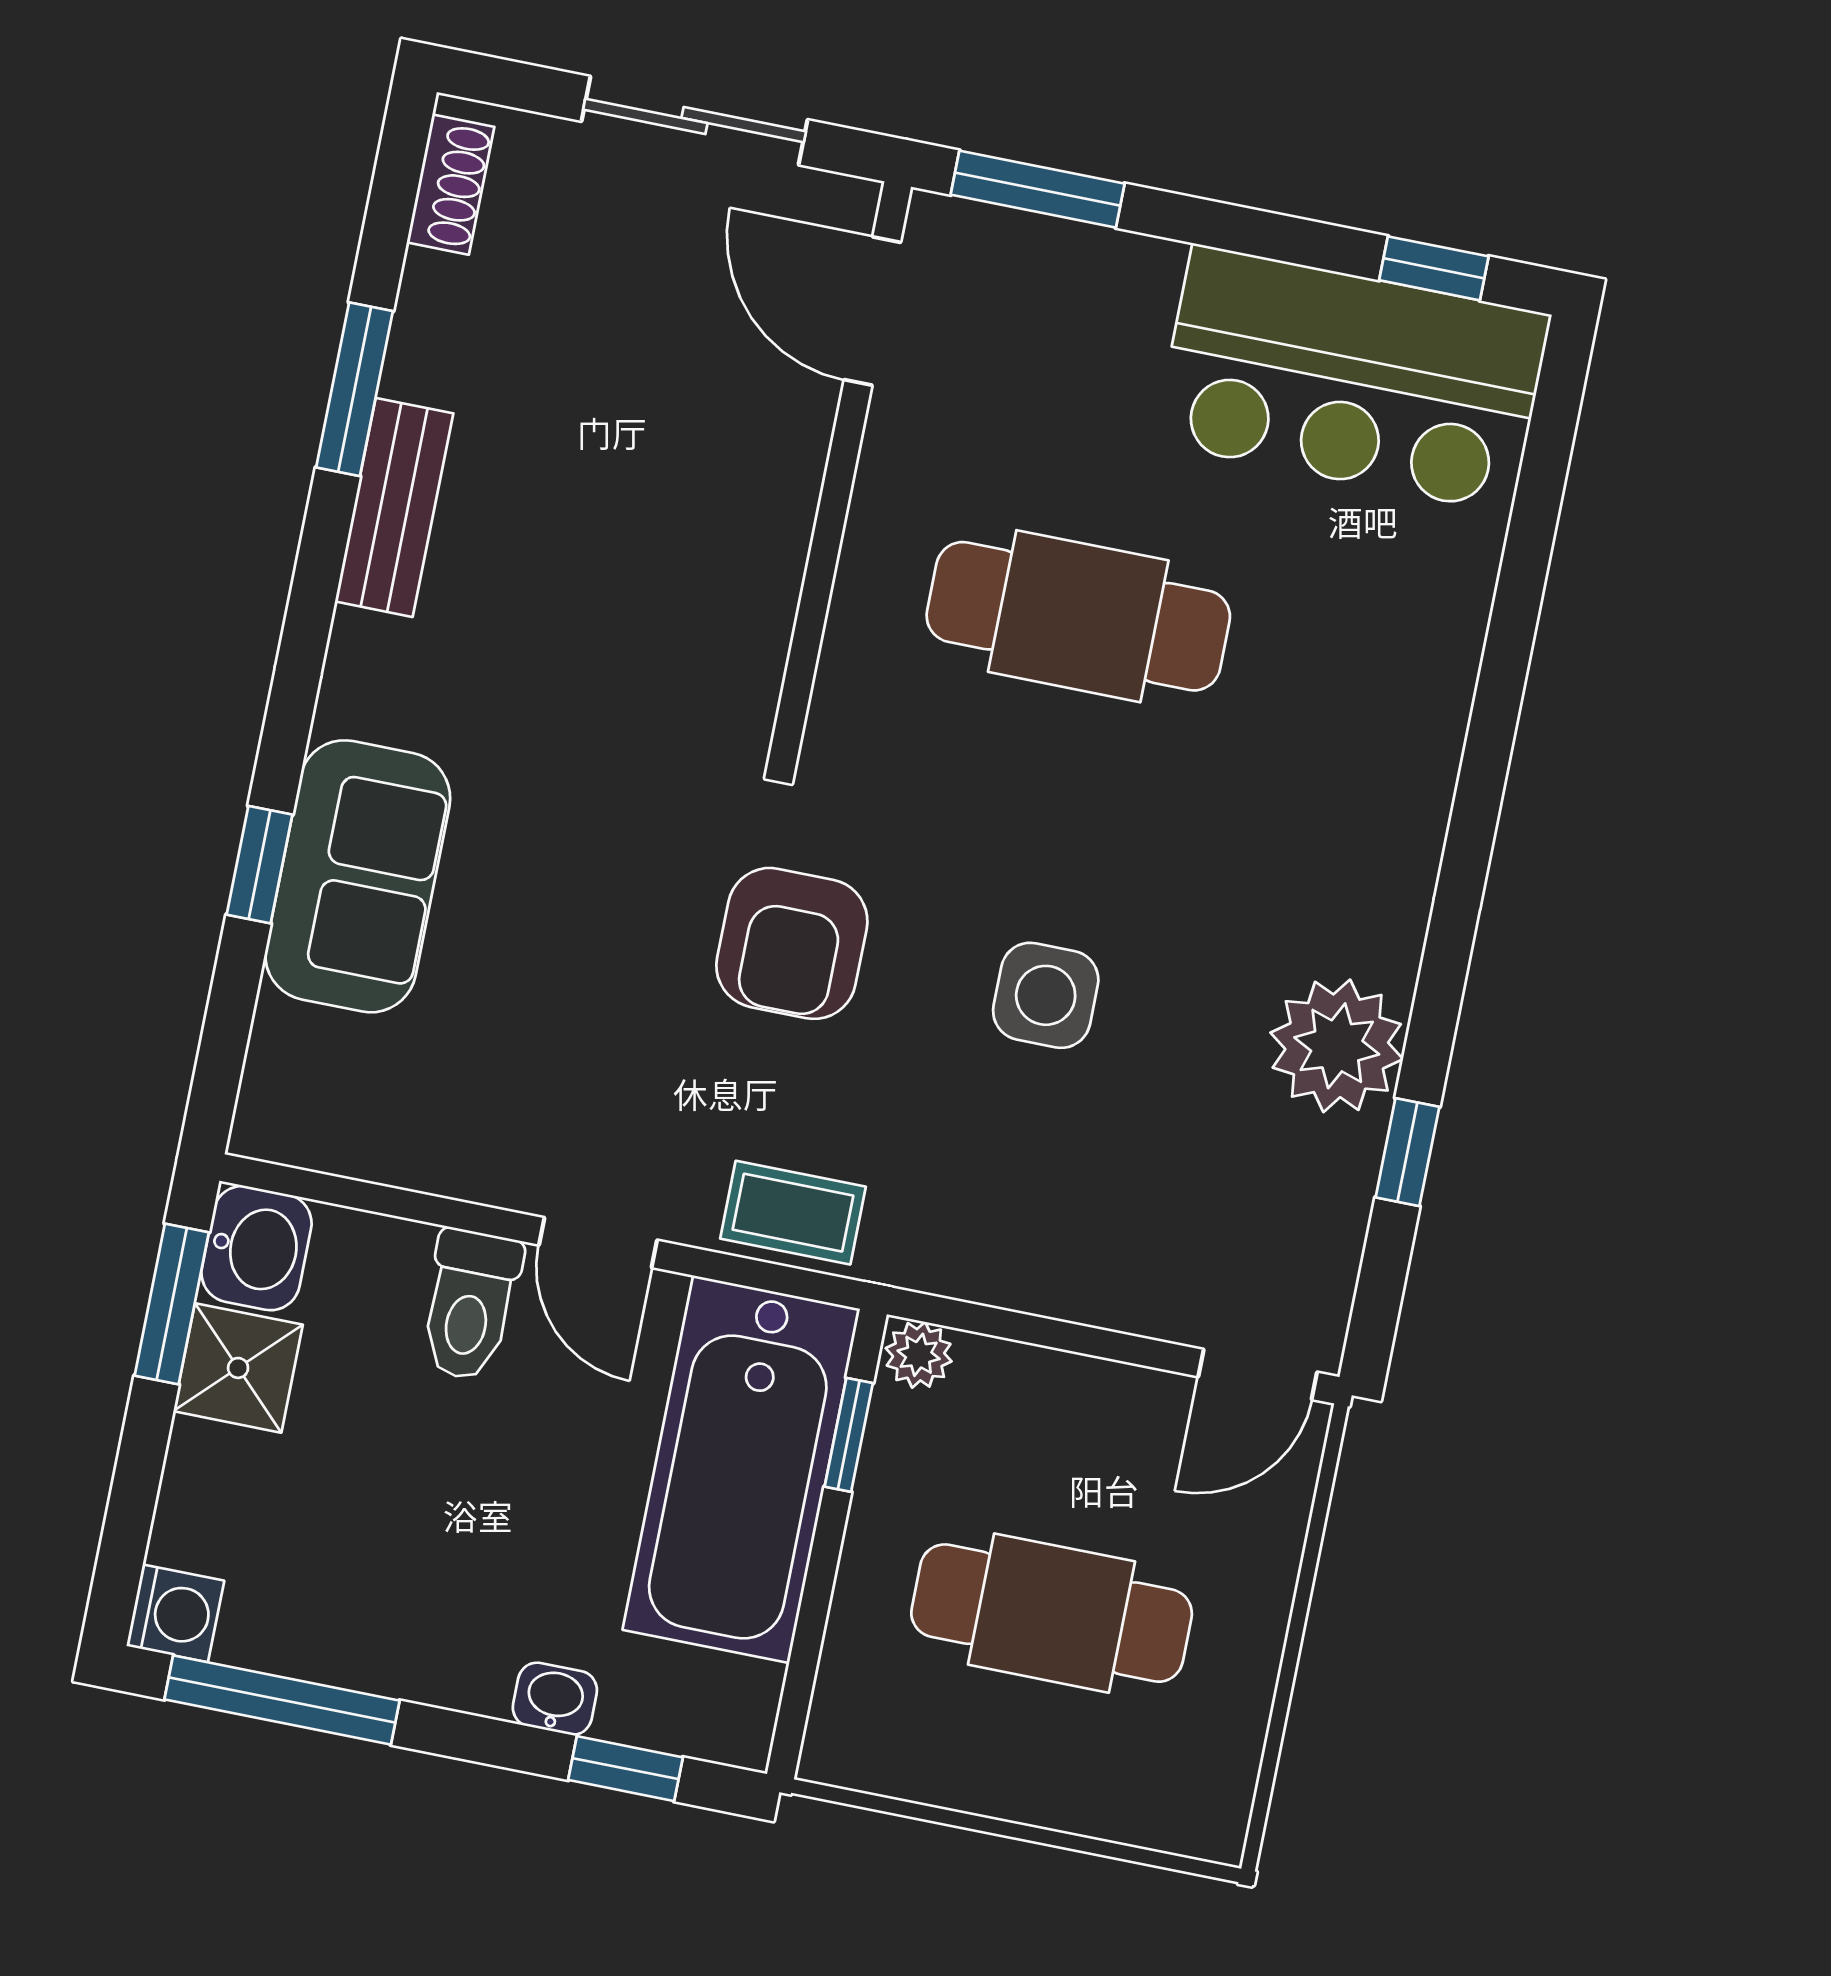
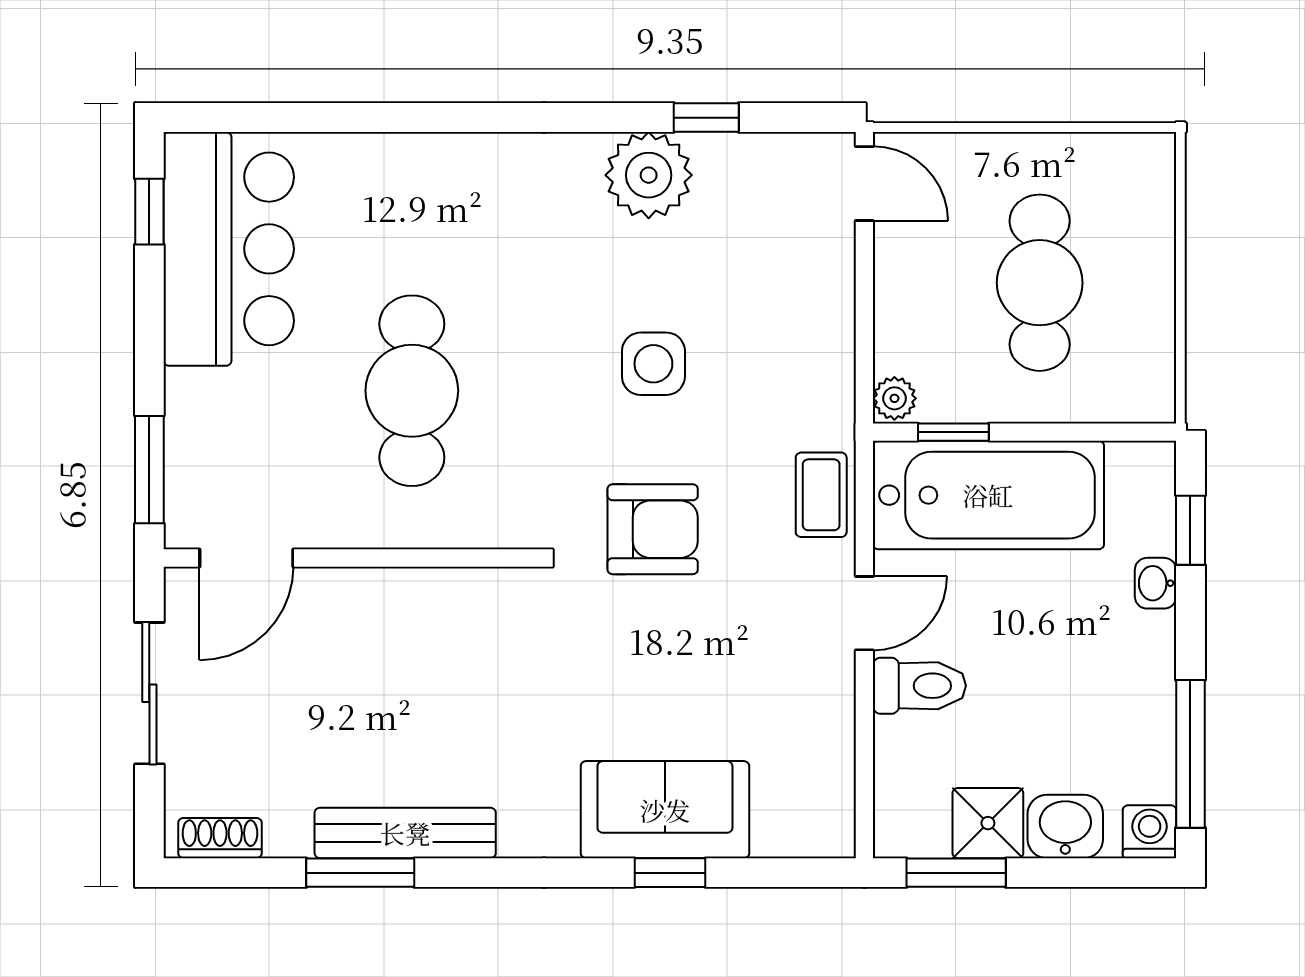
bench: (394, 507) -> (405, 833), width x1.36
washbasin: (256, 1248) -> (1065, 827), moved

